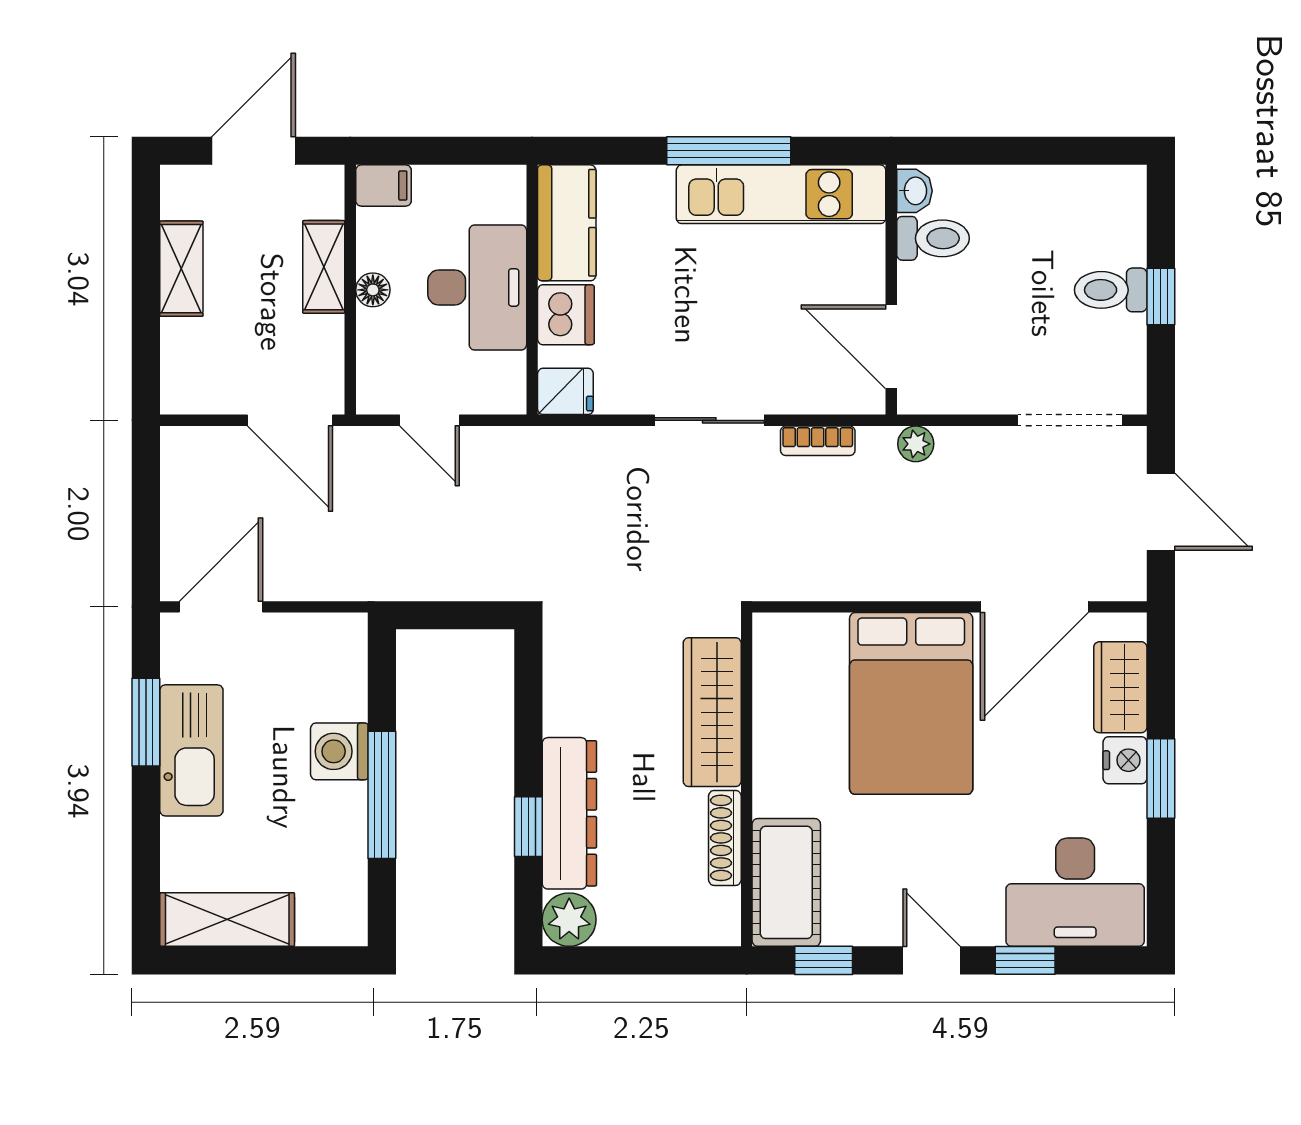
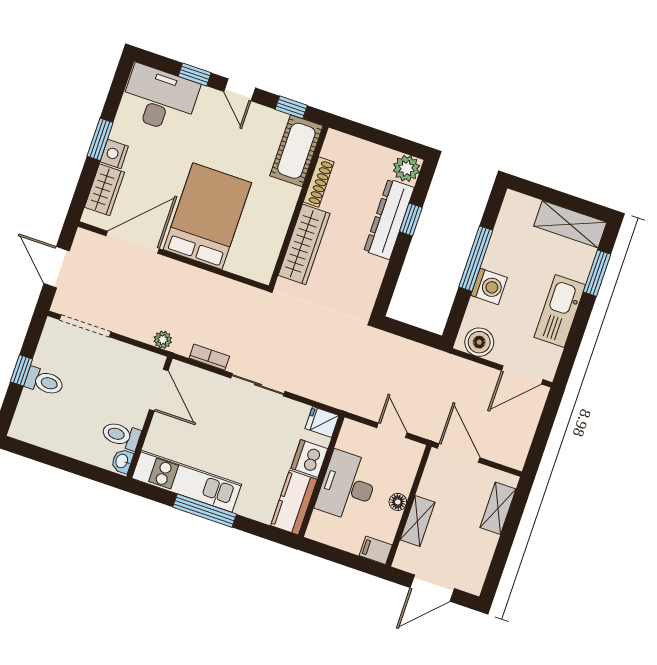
shelving: (181, 269) -> (498, 508), moved
boiler: (322, 641) -> (479, 342), added
window: (146, 722) -> (597, 273), moved

